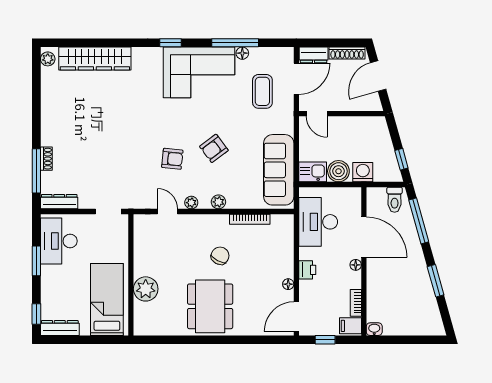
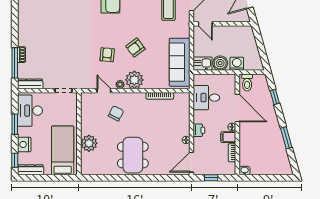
armchair: (172, 159) -> (107, 55), turned -91
window: (401, 159) -> (263, 55), removed
toilet: (395, 200) -> (247, 82), moved
plant: (218, 202) -> (134, 80), width x1.87, depth x1.87
window: (419, 221) -> (275, 97), width x0.46
desk: (318, 222) -> (206, 98), width x0.73
chair: (220, 256) -> (116, 113), moved
nightstand: (50, 291) -> (24, 144), added
filing cabinet: (350, 326) -> (228, 137), moved

